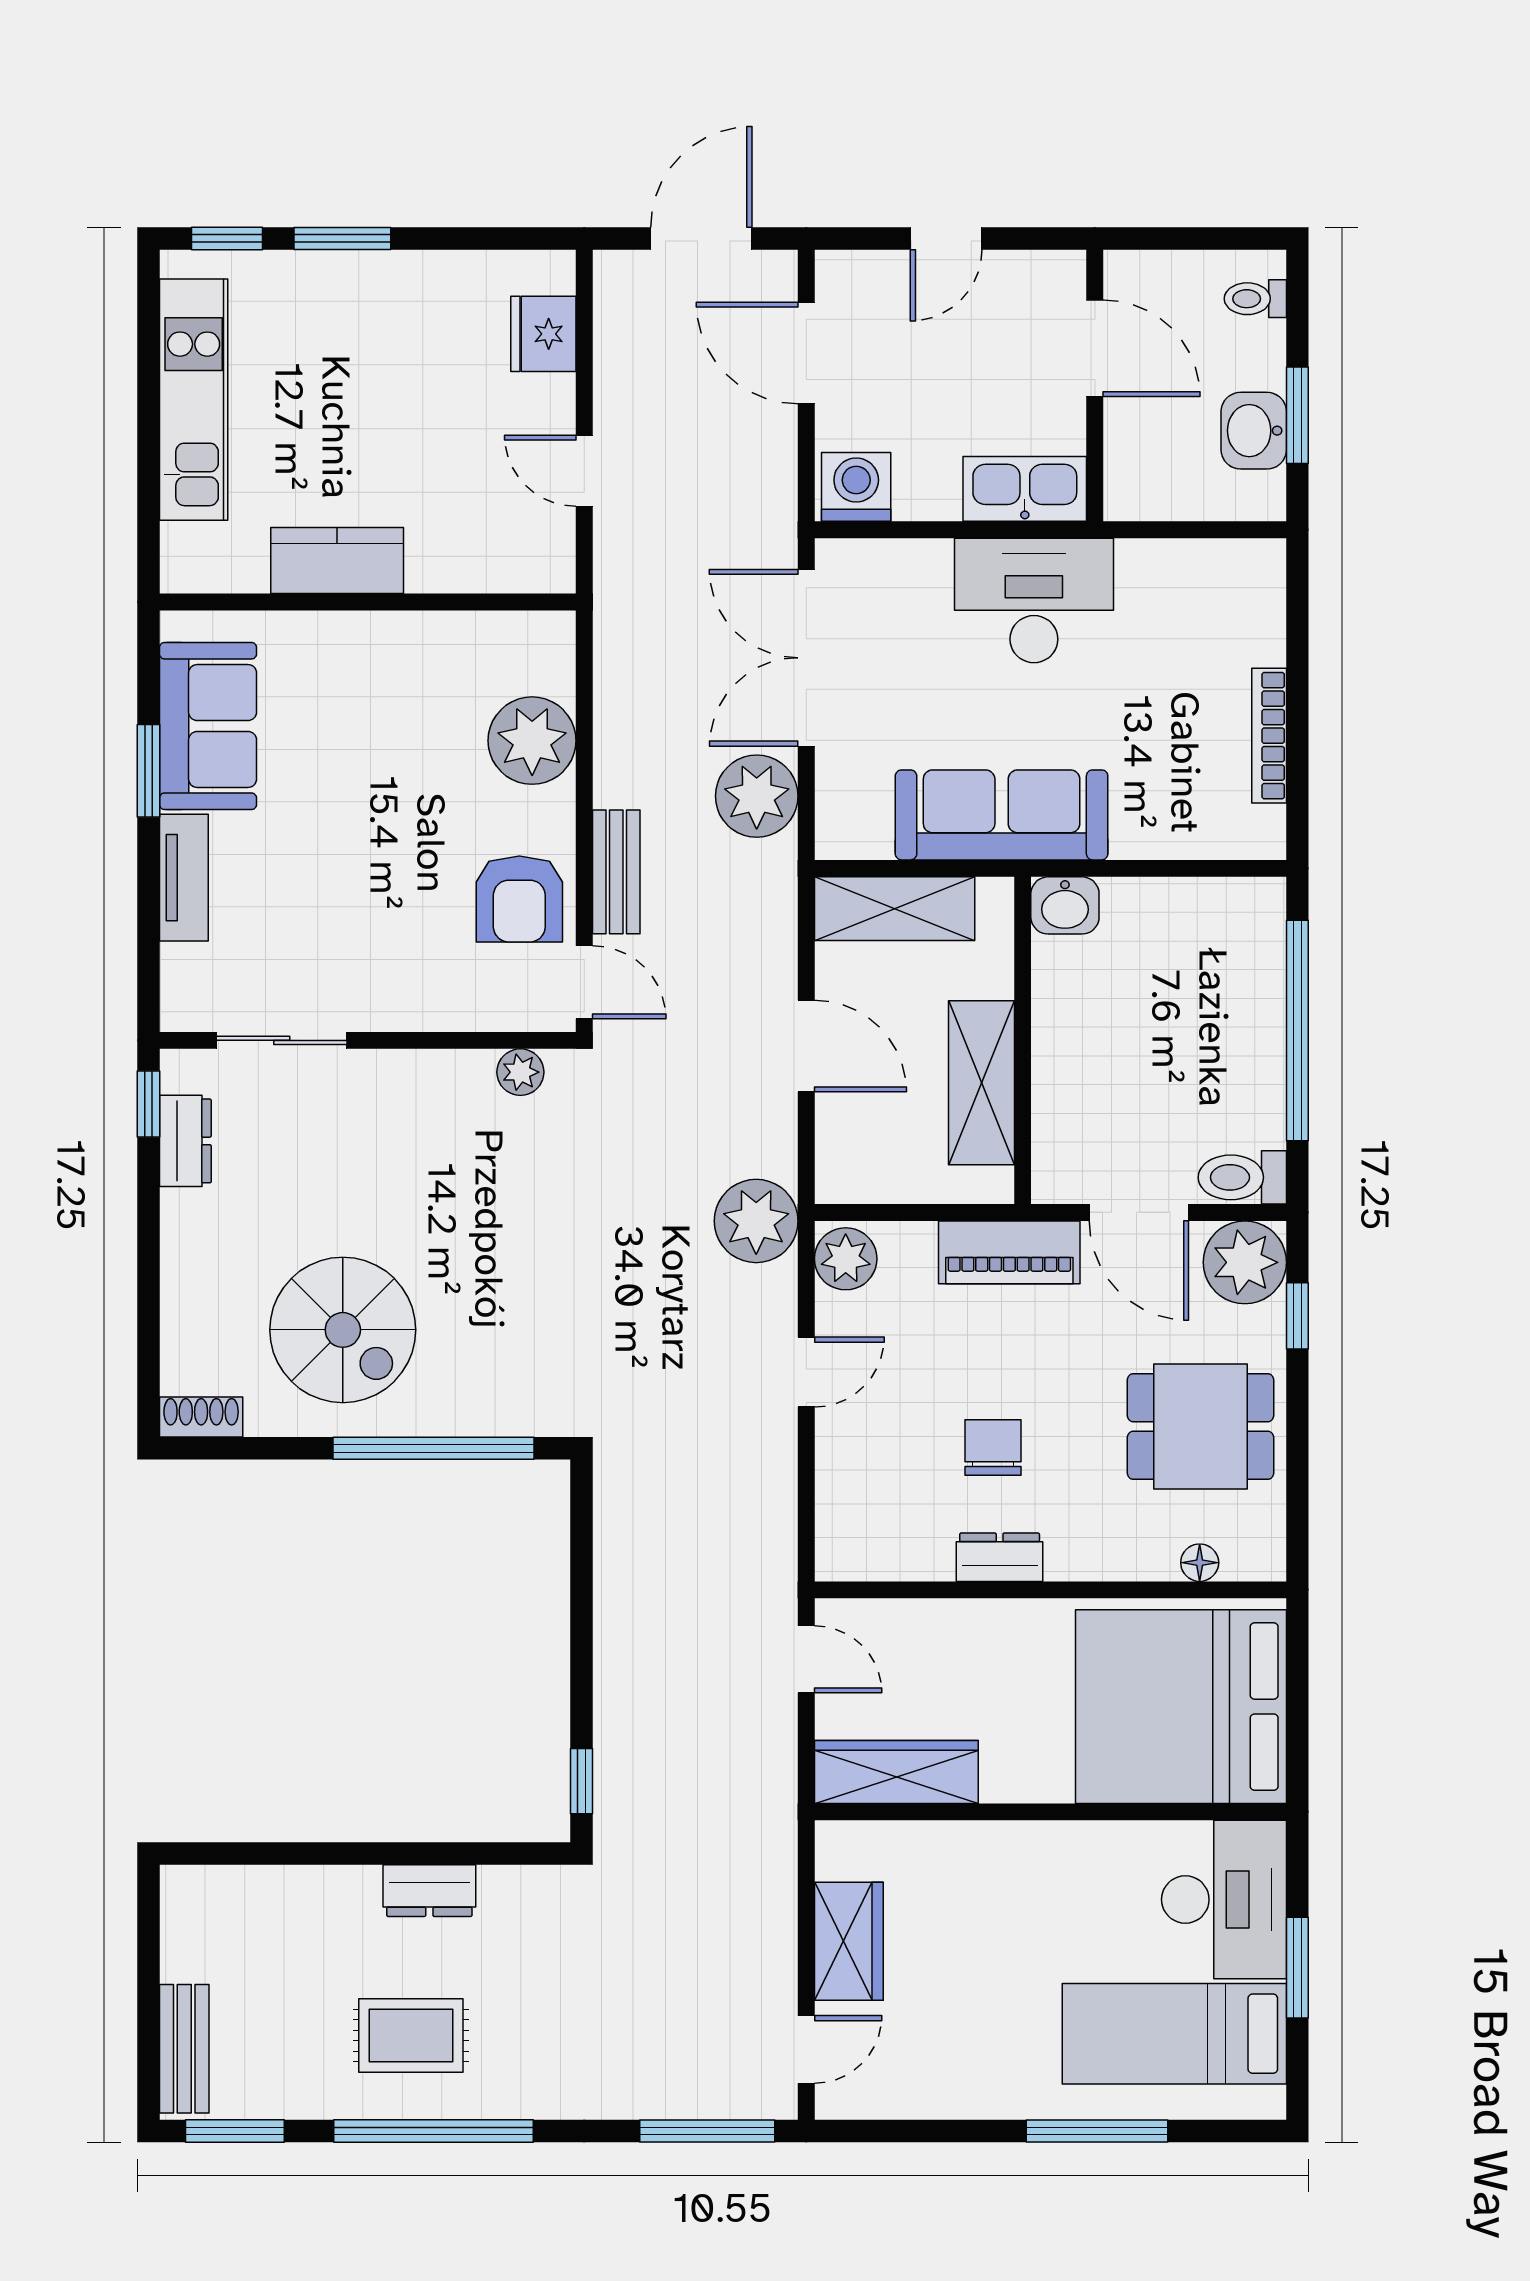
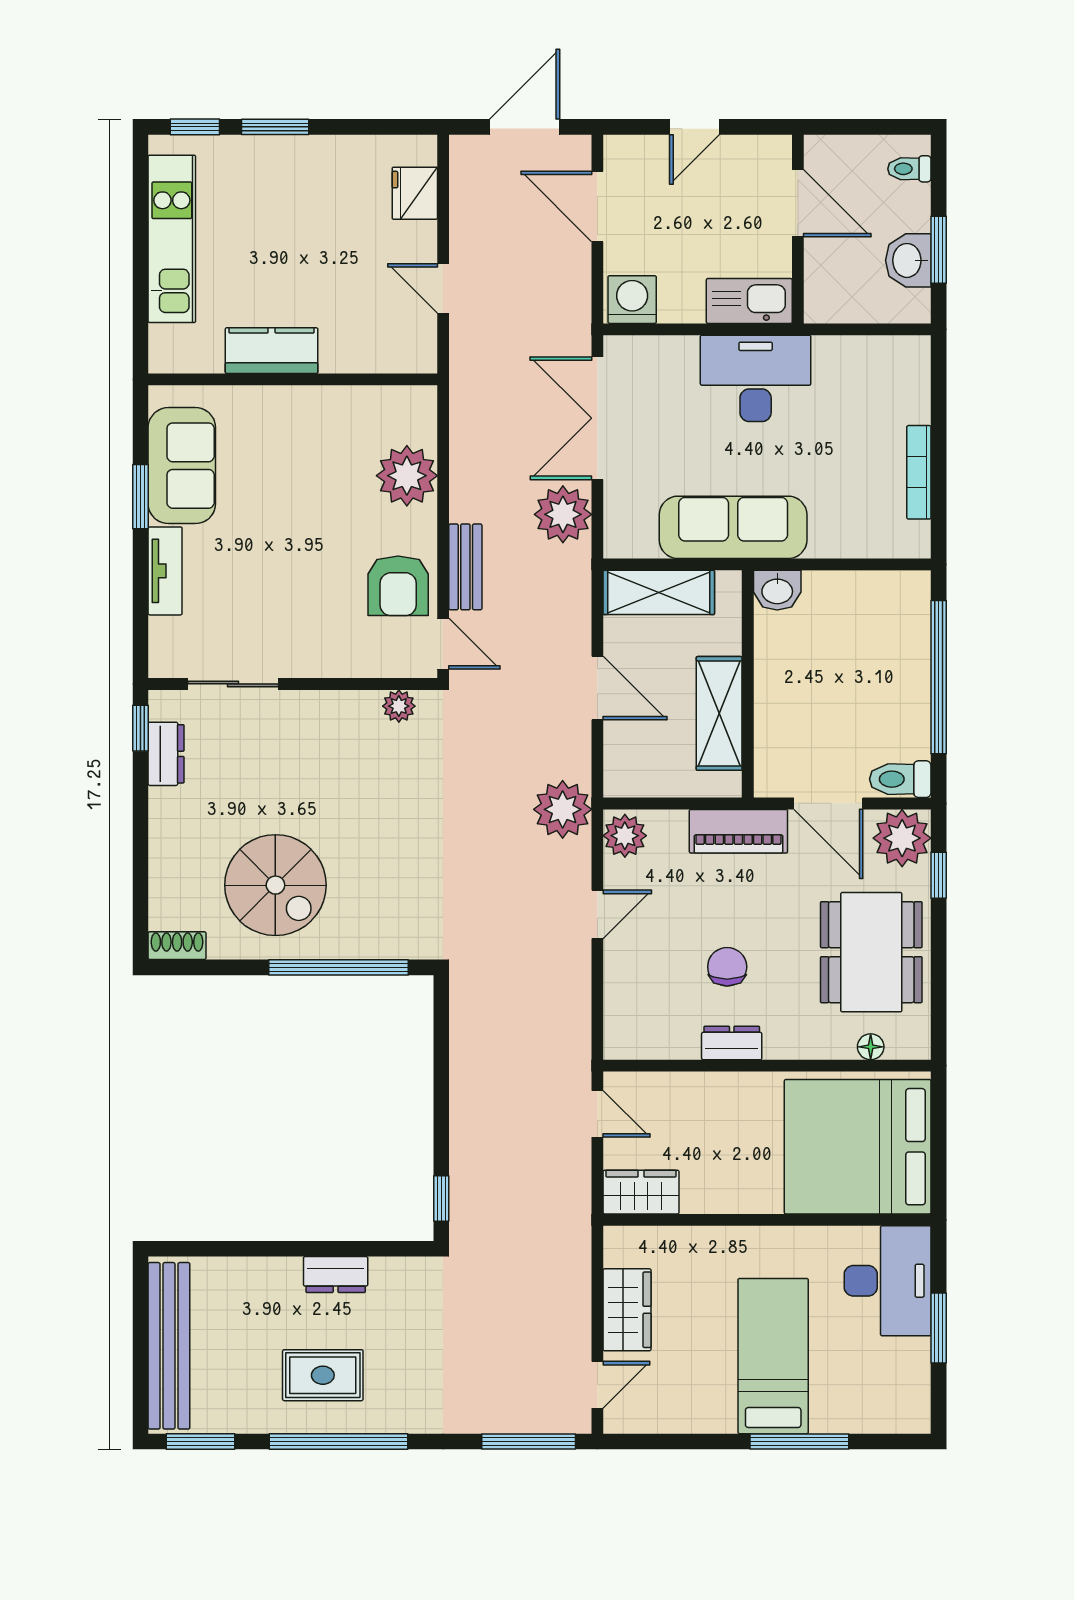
dining table: (1201, 1427) -> (871, 952), width x1.38
wardrobe: (896, 1772) -> (641, 1192), width x0.67
bed: (1174, 2034) -> (773, 1356), moved, turned 90
bench: (184, 2049) -> (169, 1346), width x1.86, depth x1.21

